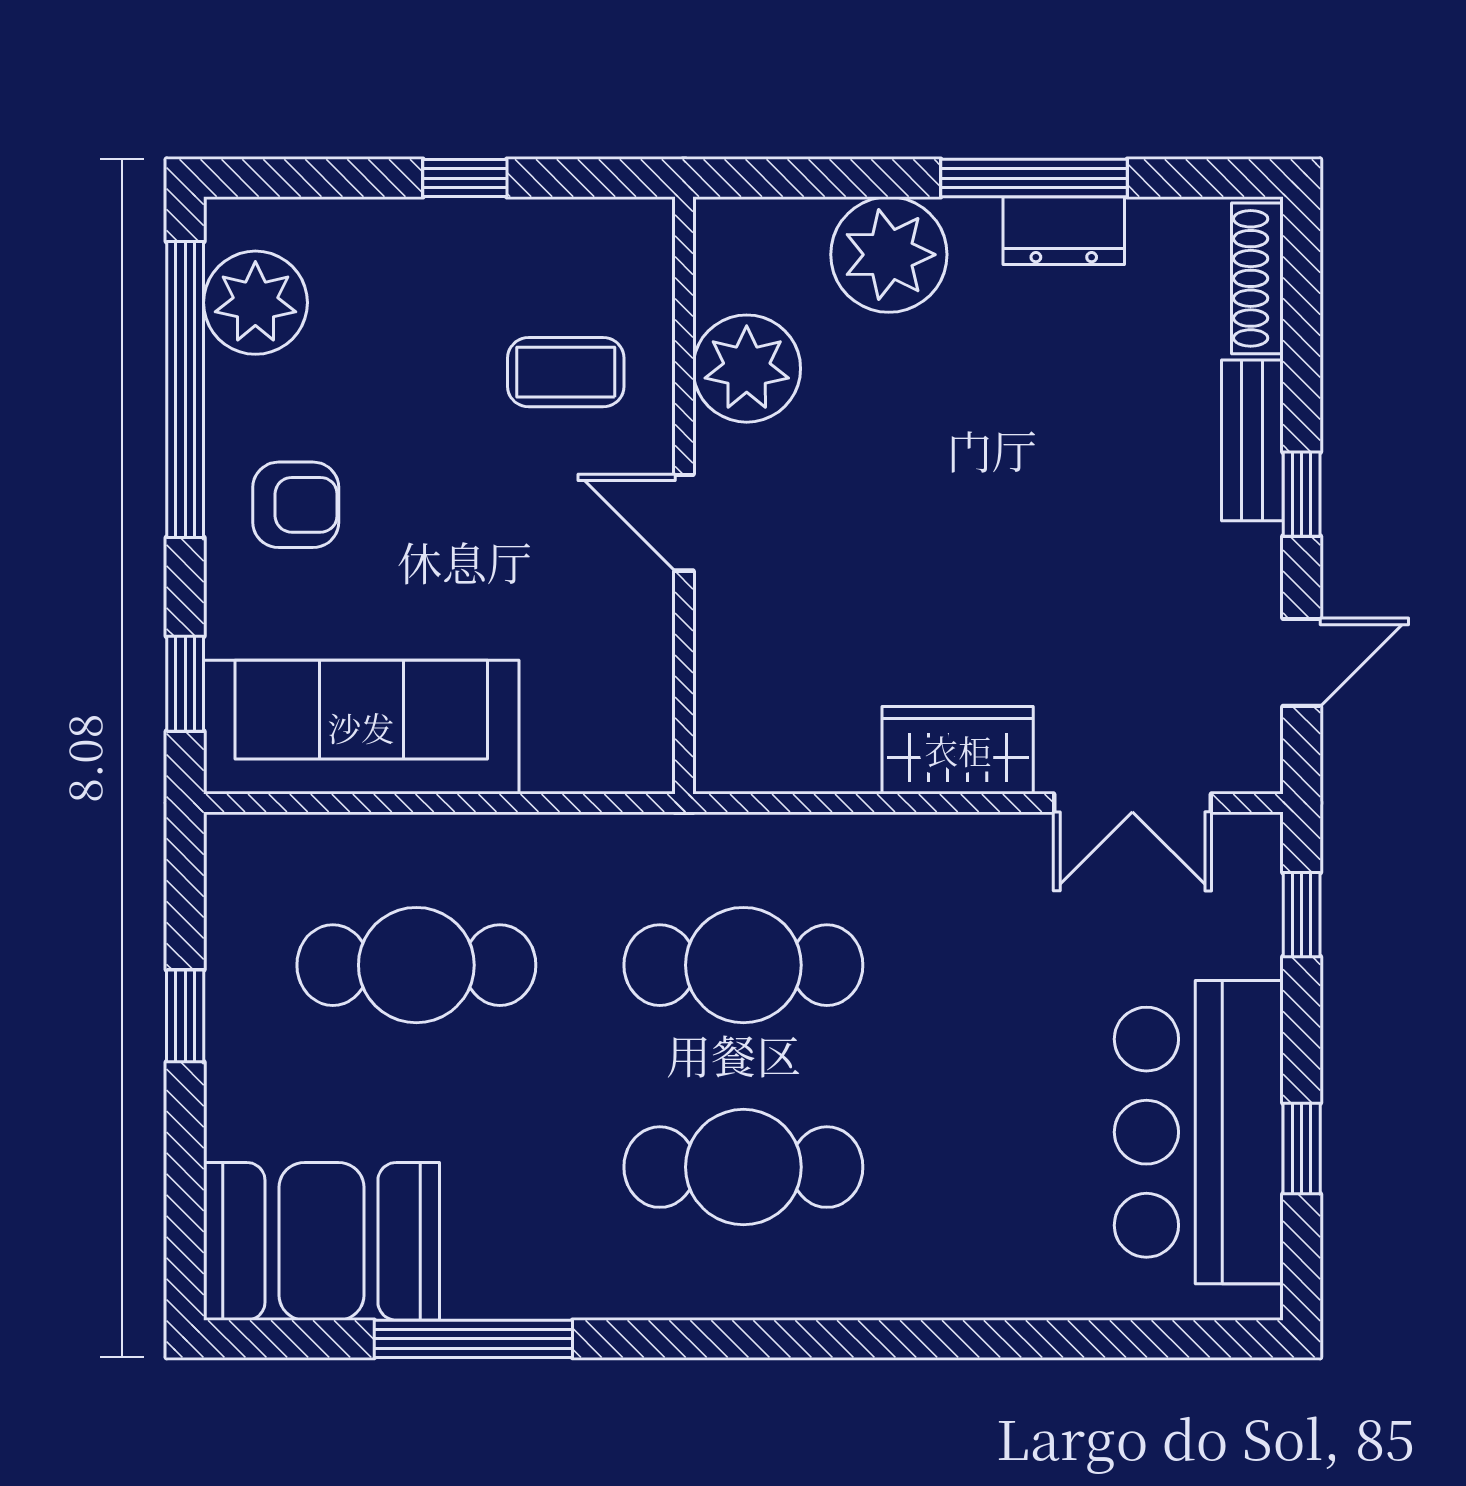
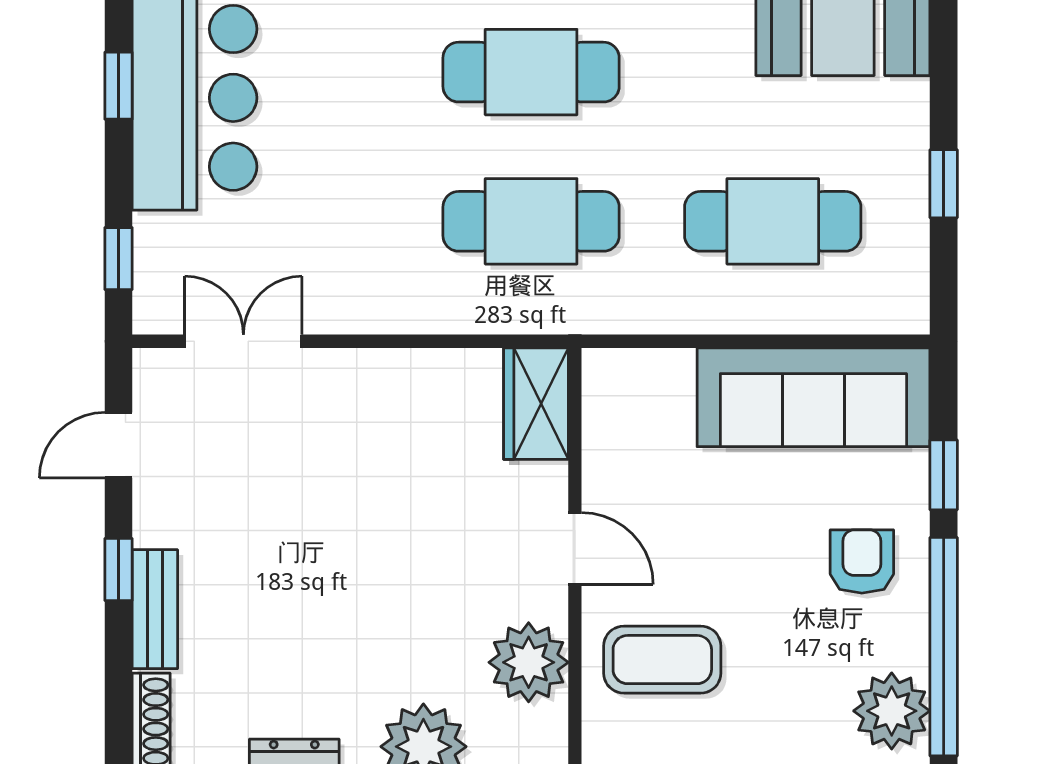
coffee table: (566, 372) -> (662, 660), width x1.36, depth x1.30
armchair: (296, 505) -> (862, 562), turned 90
window: (185, 684) -> (944, 475), moved
wardrobe: (958, 750) -> (536, 404), moved, turned 90

